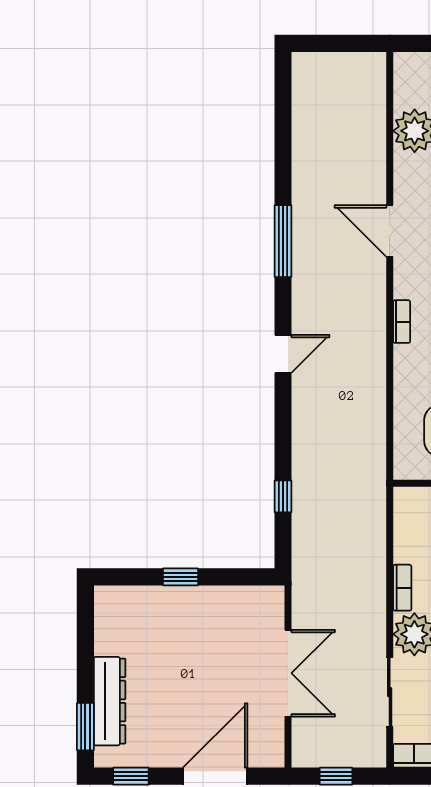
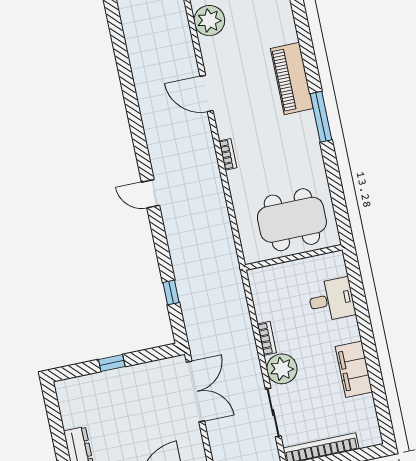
window: (283, 241) -> (134, 116), removed
door: (283, 354) -> (150, 194), swing flipped
double door: (288, 673) -> (195, 392), moved

